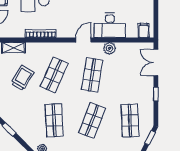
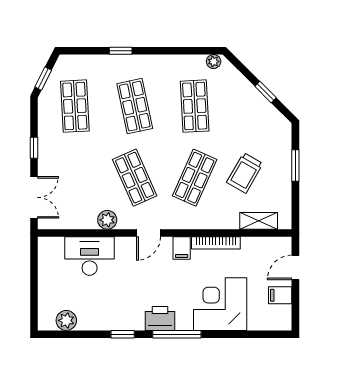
desk: (110, 25) -> (90, 256), moved
filing cabinet: (144, 30) -> (182, 248), moved
shop shelf: (92, 75) -> (135, 178), turned -33
shop shelf: (92, 120) -> (135, 106), turned -33

